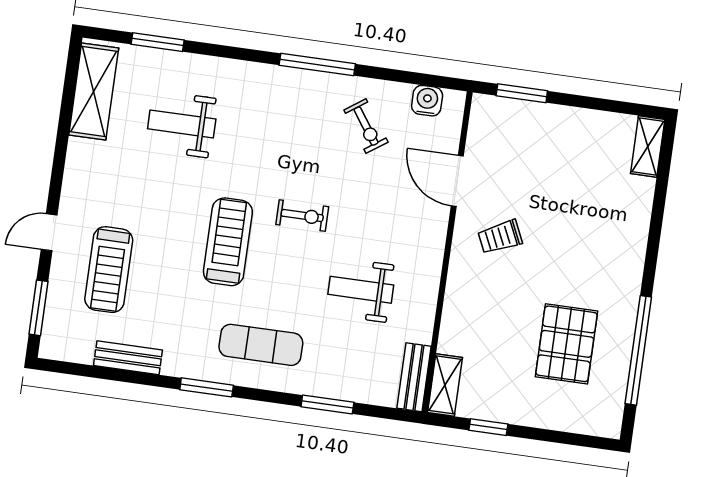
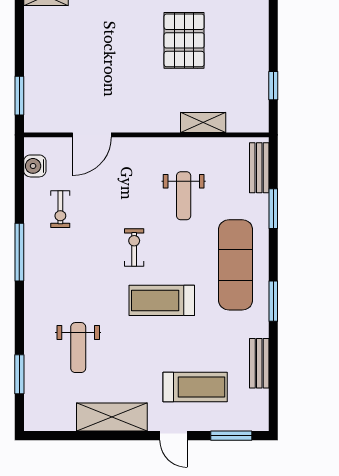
shelving: (94, 91) -> (112, 417), moved
exercise bike: (366, 126) -> (60, 209), turned 125
trolley: (500, 237) -> (129, 97), removed
pallet: (566, 344) -> (184, 40), moved, turned 90
exercise mat: (261, 345) -> (236, 265), width x1.36, depth x1.45
bench: (414, 377) -> (259, 168), moved, turned 90
shelving: (445, 385) -> (203, 122), moved

